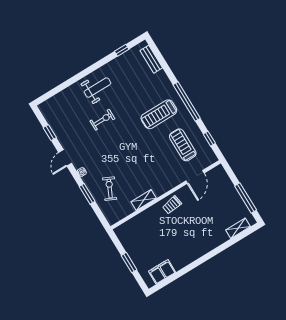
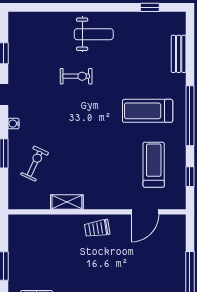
bench: (151, 59) -> (179, 54), moved

